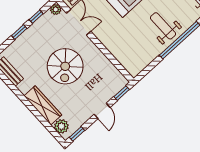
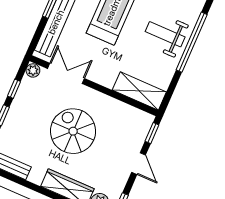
shelving: (126, 59) -> (139, 91), added
spiral stairs: (65, 66) -> (73, 131), turned 180

